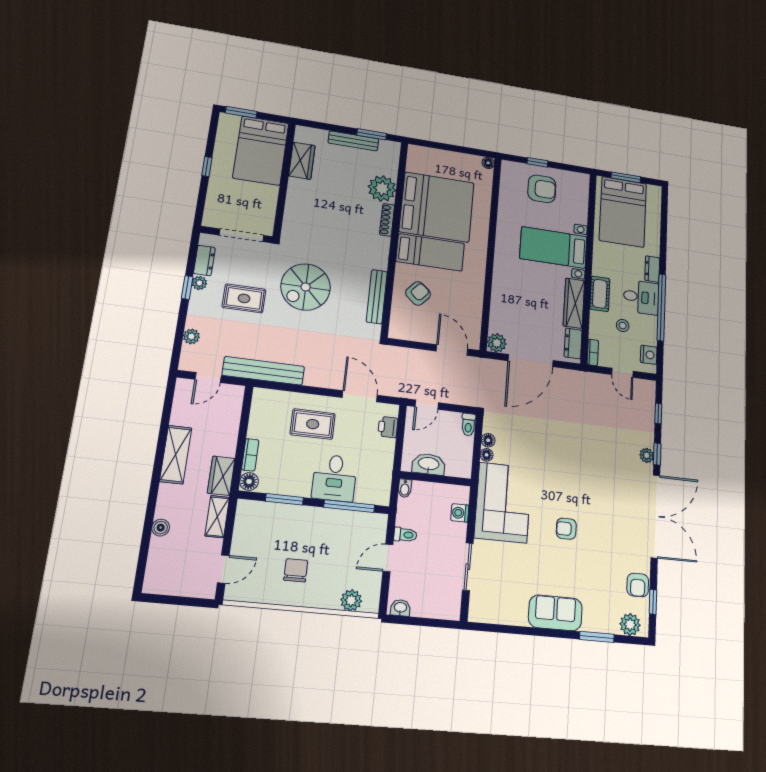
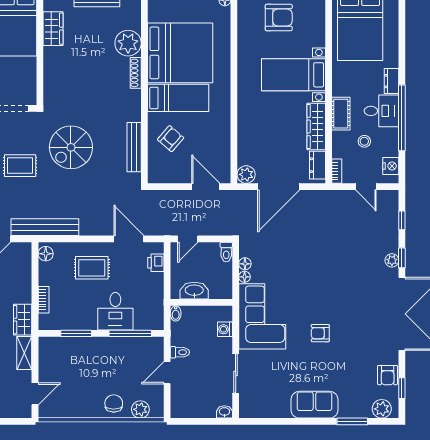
floor lamp: (249, 481) -> (46, 254), moved
chair: (296, 570) -> (114, 403), moved
washbasin: (400, 608) -> (224, 412), moved

